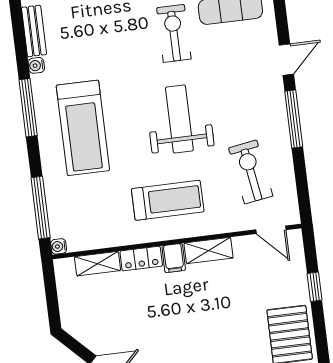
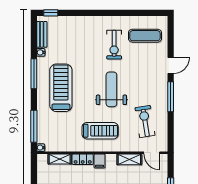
exercise bike: (174, 33) -> (114, 45), turned 180
treadmill: (83, 128) -> (61, 88), turned 180
shelving: (209, 250) -> (129, 159), moved

